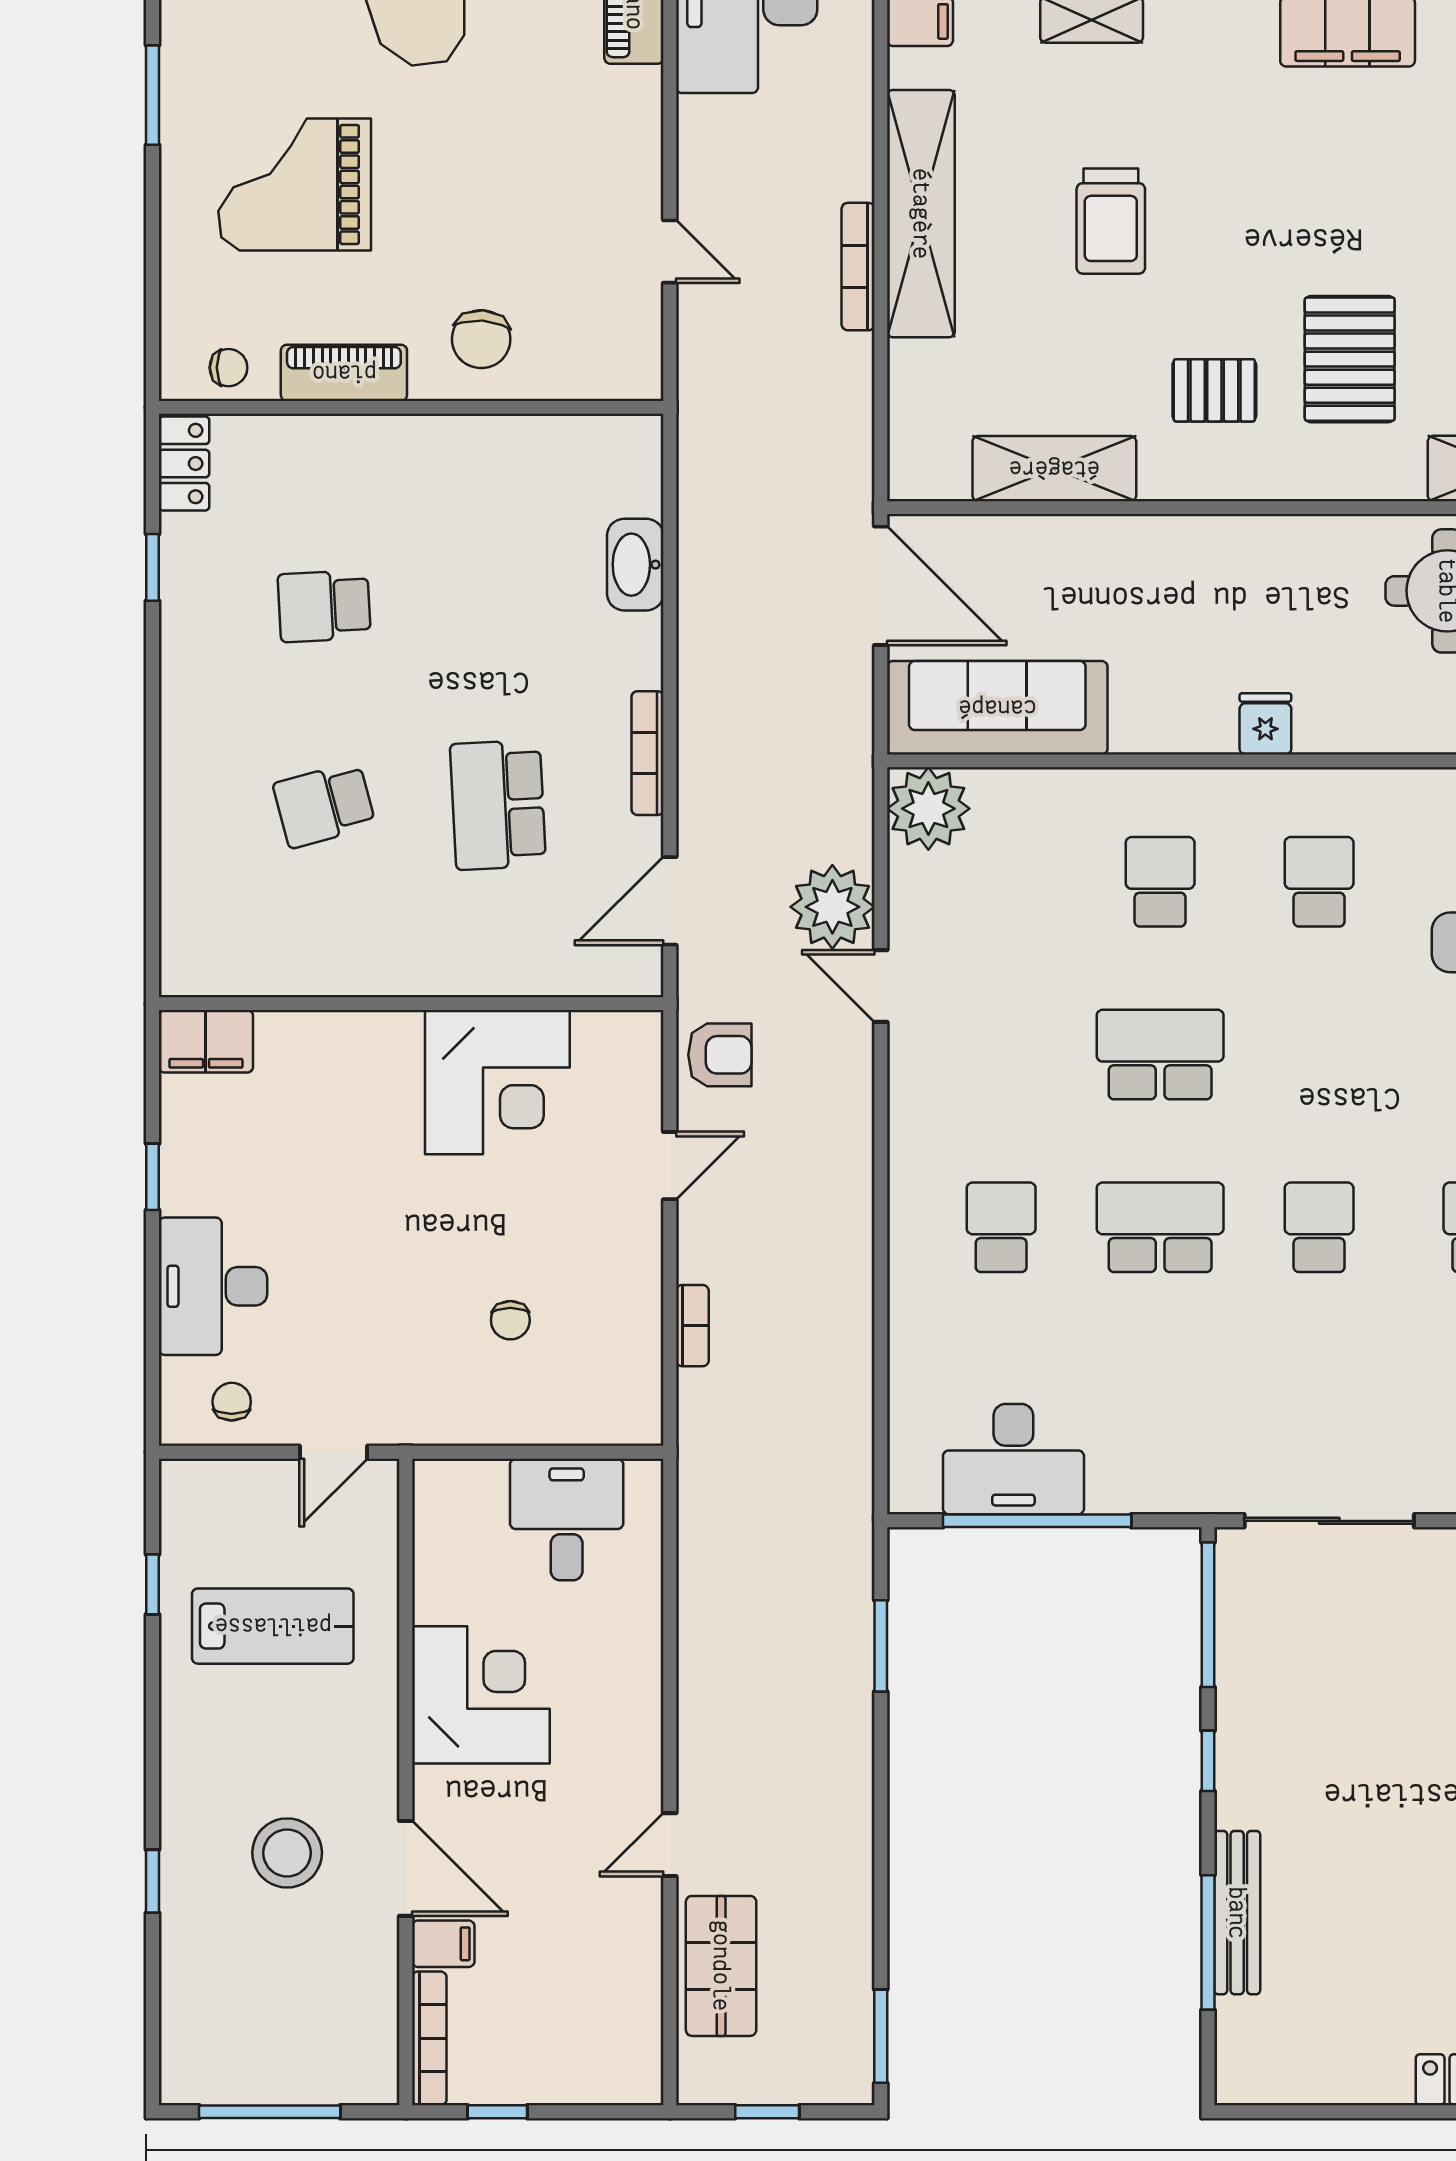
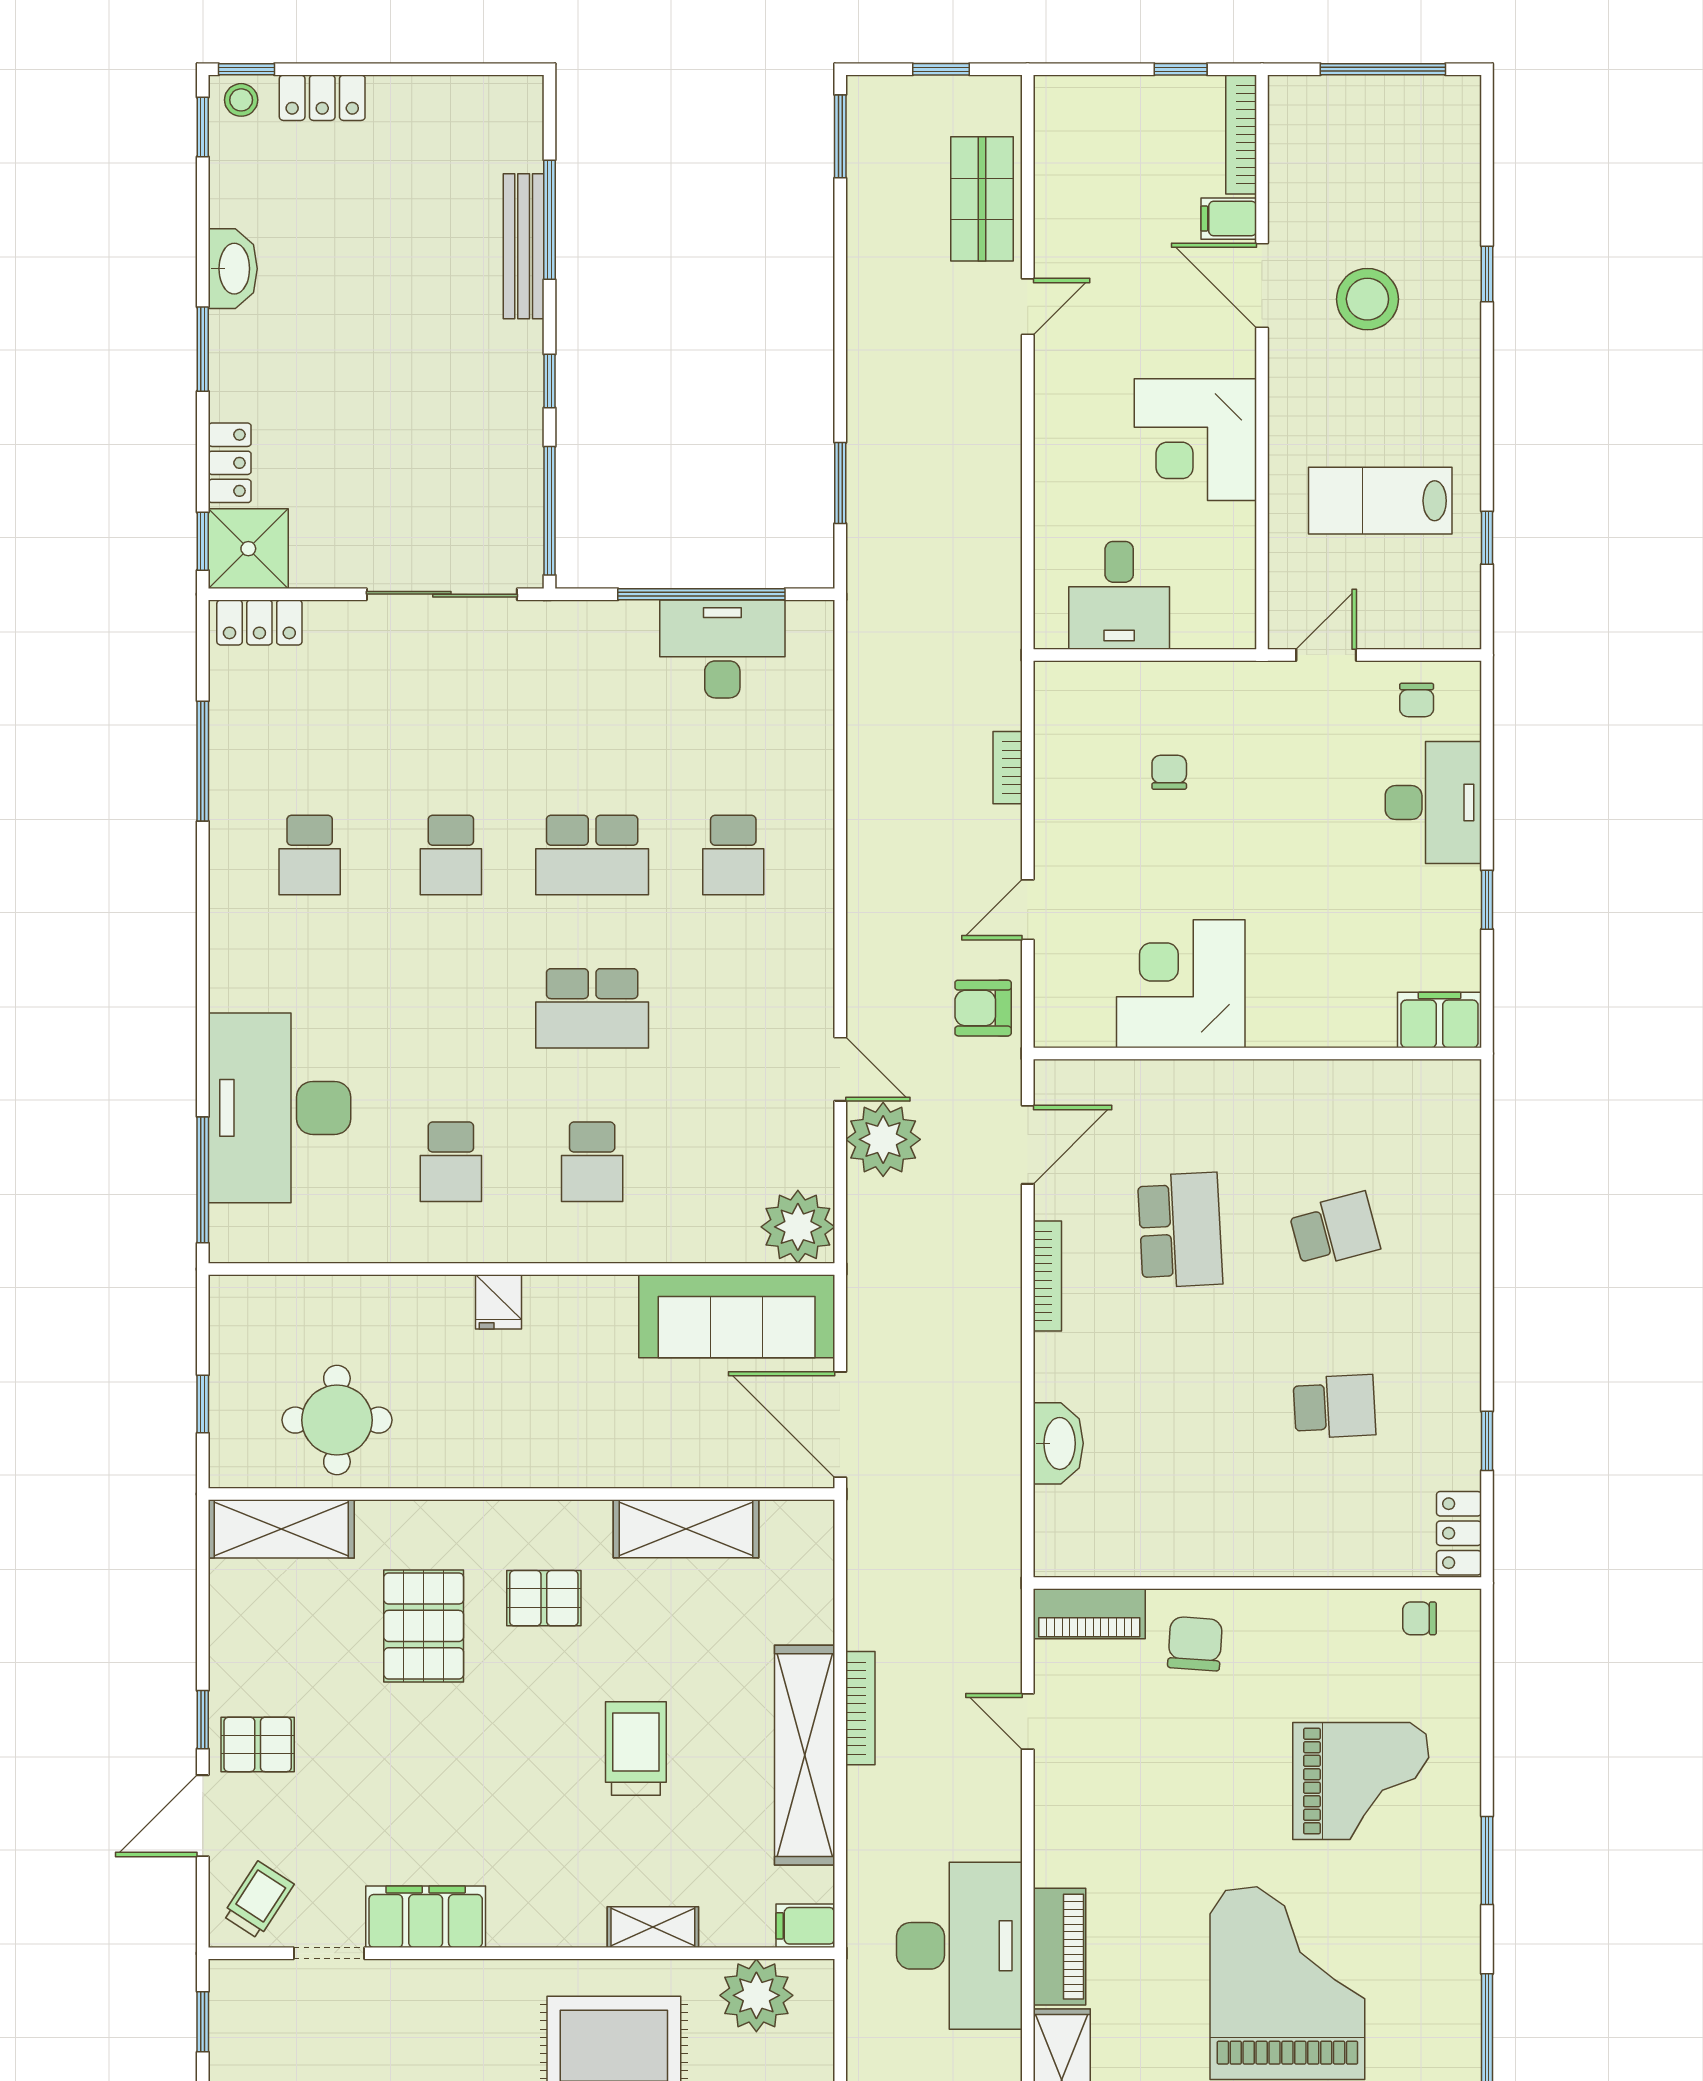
piano: (344, 373) -> (1089, 1614), moved

